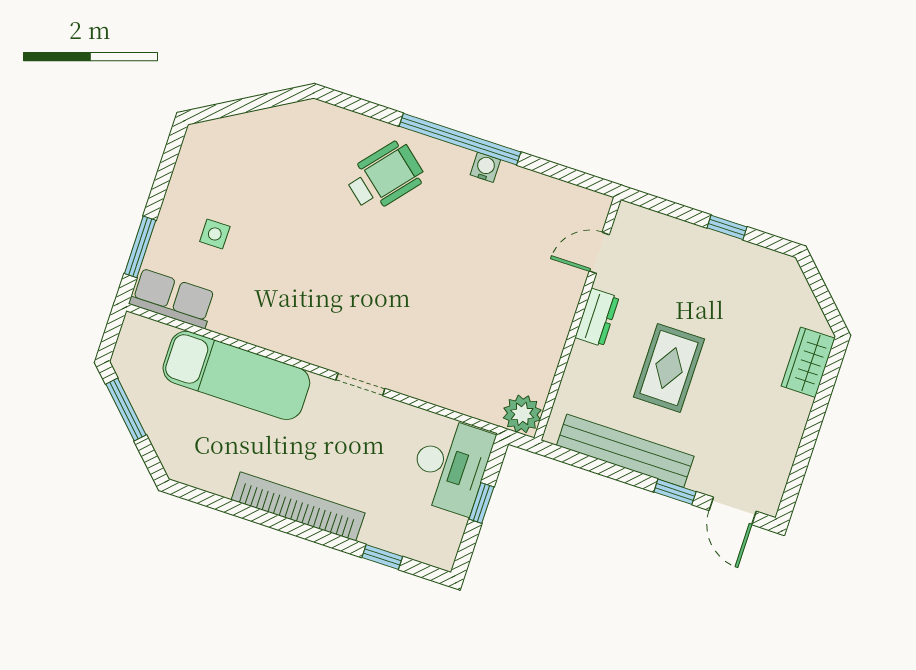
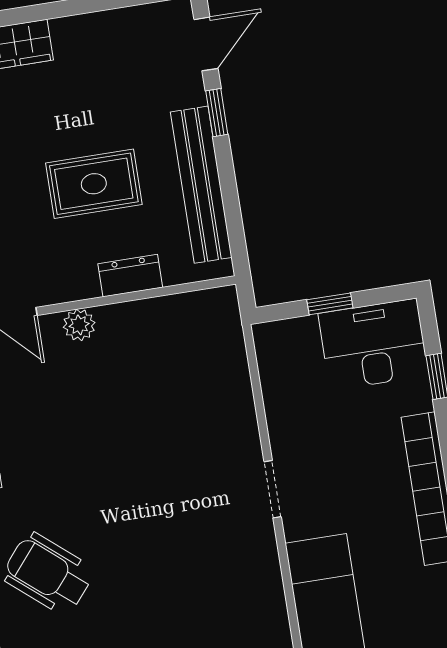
dresser: (597, 317) -> (130, 276), moved
plant: (522, 414) -> (79, 325), moved, width x0.73, depth x0.73
desk: (451, 466) -> (373, 344), moved

